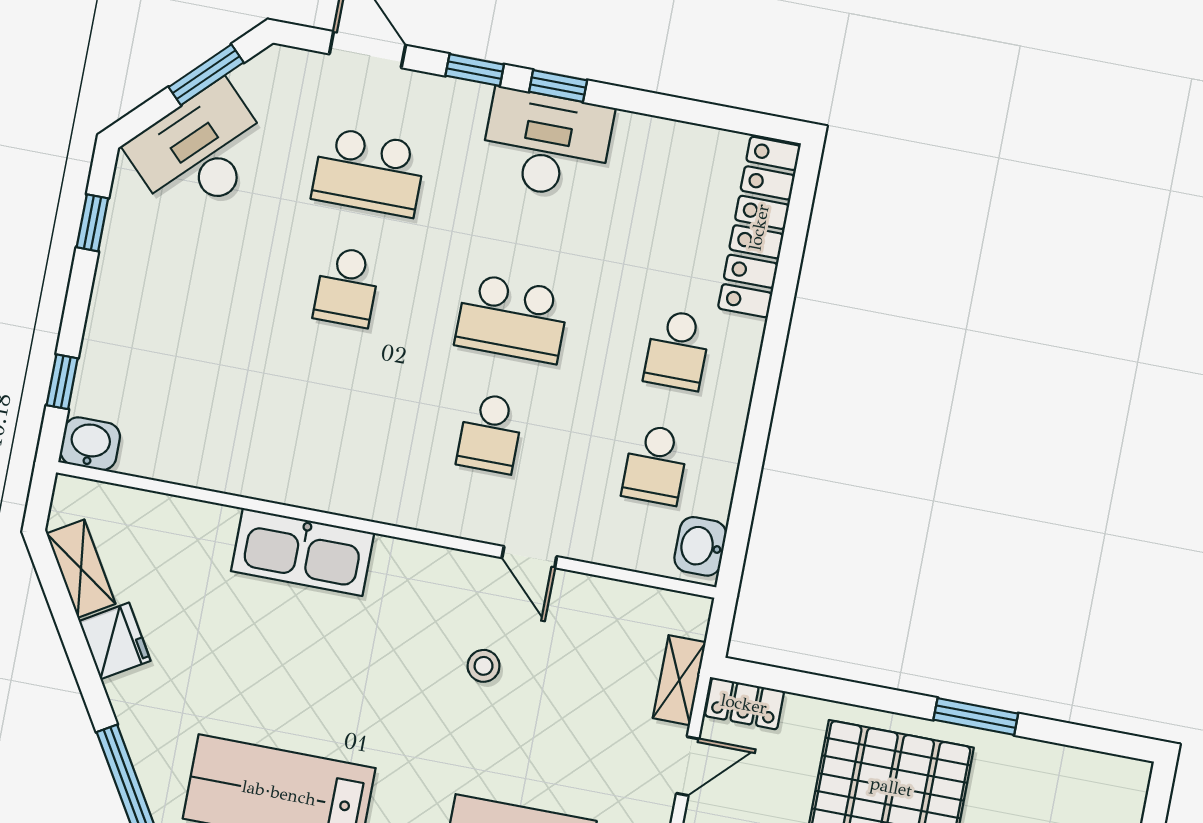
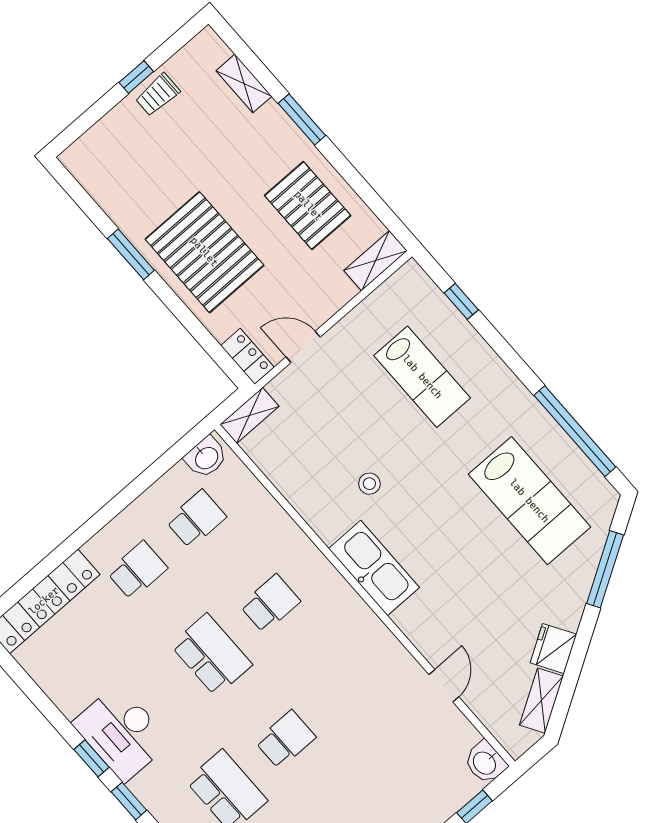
kitchen sink: (303, 552) -> (374, 568), moved
door: (529, 557) -> (444, 686), moved
shelving: (679, 680) -> (249, 415), moved

